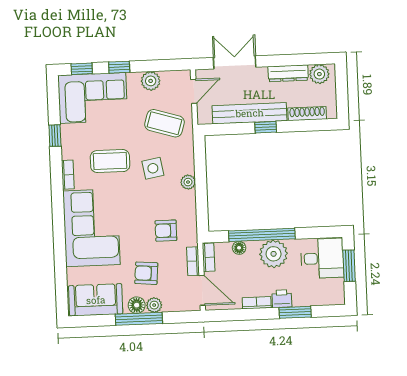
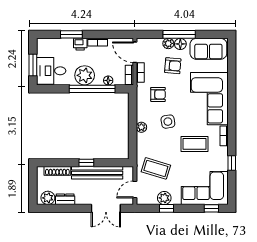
window: (119, 67) -> (166, 208), moved
dresser: (288, 73) -> (65, 199), width x0.70
side table: (153, 168) -> (168, 122), moved

